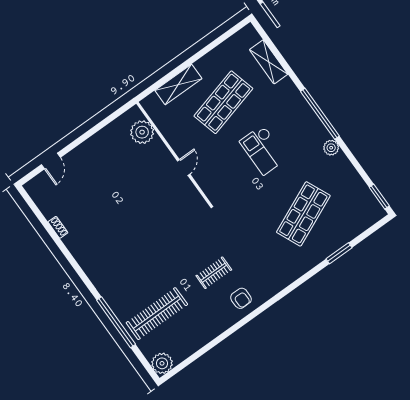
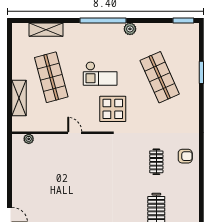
plant: (142, 132) -> (29, 139), width x0.53, depth x0.53
display table: (236, 189) -> (113, 109), added

